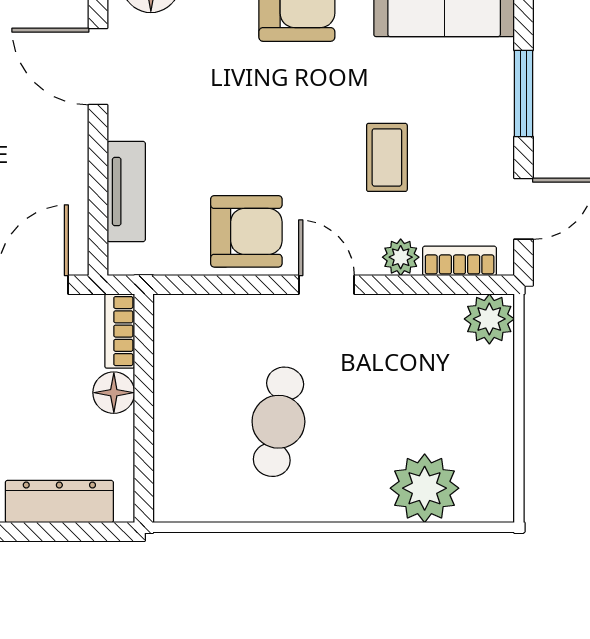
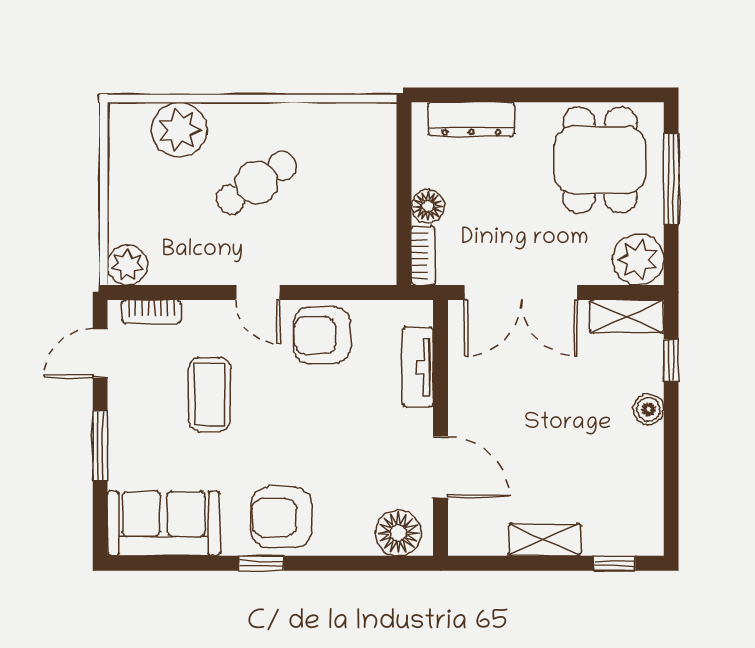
coffee table: (387, 157) -> (209, 394), width x1.36, depth x1.30
plant: (401, 257) -> (198, 315), removed
cafe table: (278, 422) -> (256, 183), moved, turned 47

